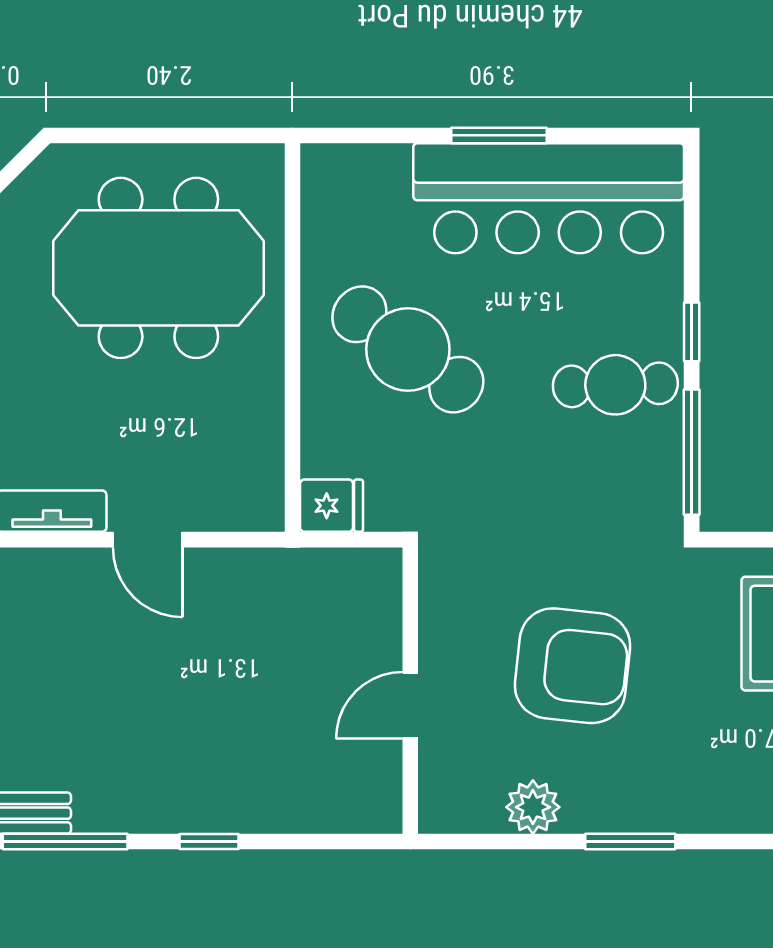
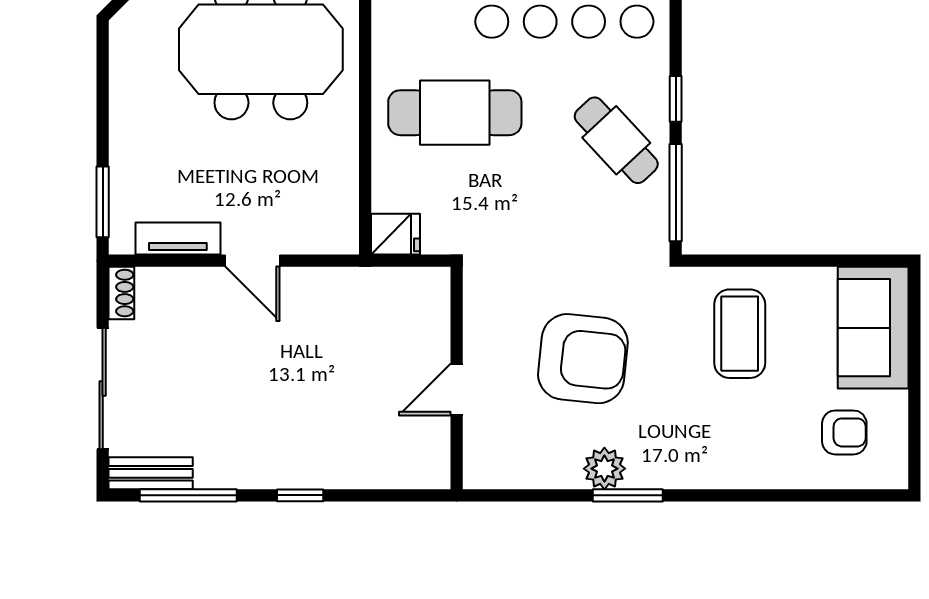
cafe table: (408, 349) -> (455, 113), turned -36
cafe table: (615, 385) -> (616, 140), turned 49
plant: (533, 807) -> (604, 469), moved

